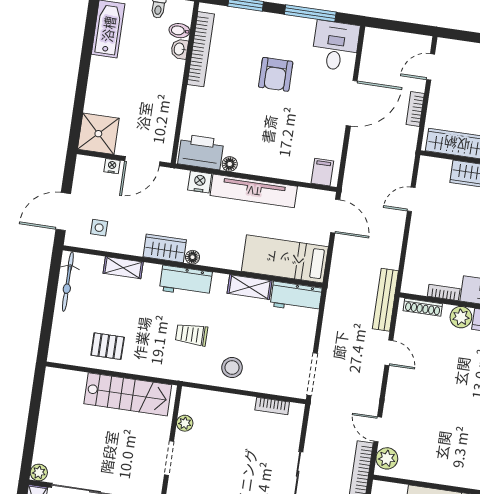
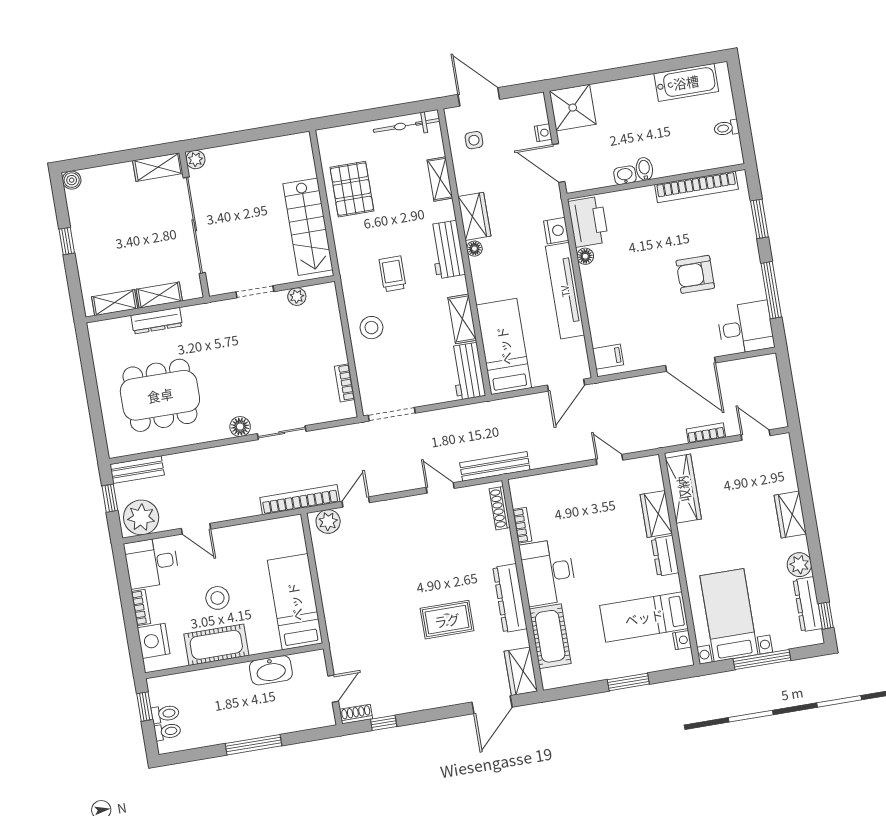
bidet: (179, 31) -> (644, 169), moved
washbasin: (180, 49) -> (625, 175), moved
plant: (461, 317) -> (502, 552), removed
pallet: (108, 346) -> (352, 189), width x1.50, depth x1.42
door: (389, 353) -> (440, 488), swing flipped

